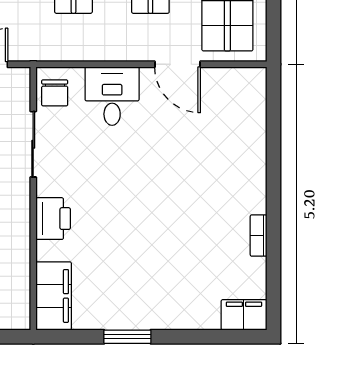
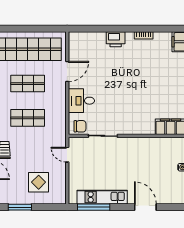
printer: (53, 219) -> (116, 39), moved, turned 180

